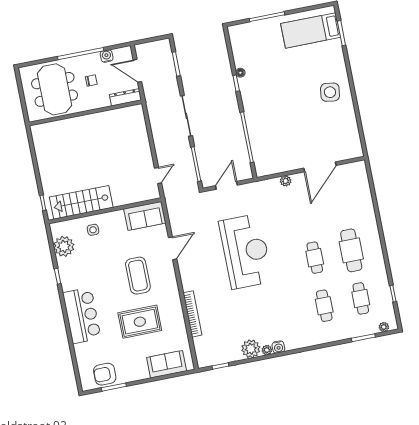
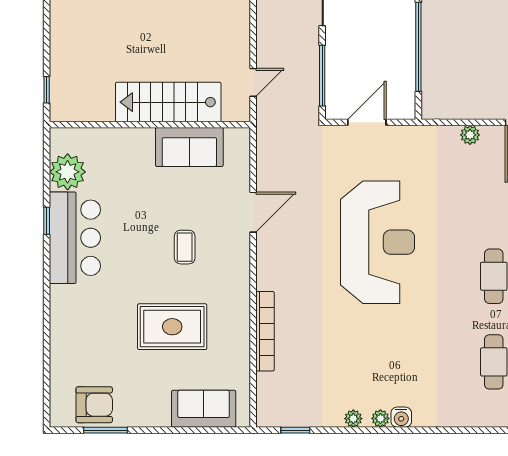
stairs: (81, 202) -> (168, 102), moved
sofa: (145, 216) -> (189, 147), moved
side table: (93, 230) -> (123, 153), removed
coffee table: (138, 276) -> (185, 247), width x0.54, depth x0.58
bar counter: (82, 315) -> (75, 238), moved
plant: (251, 349) -> (353, 419), width x0.53, depth x0.53
armchair: (105, 374) -> (94, 405), turned 180

